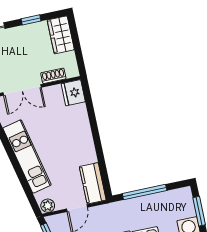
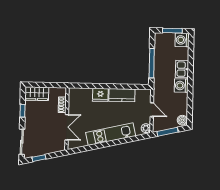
fridge: (73, 93) -> (100, 95), moved
kitchen counter: (93, 183) -> (122, 95), moved

